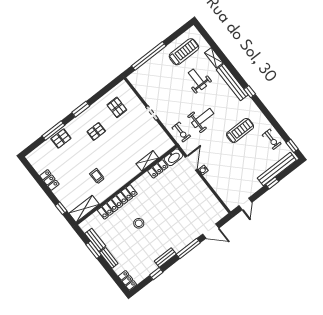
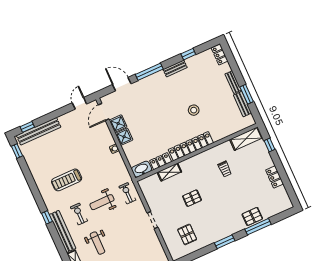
pallet: (96, 131) -> (192, 198), moved
exercise bike: (272, 139) -> (79, 214), moved
door: (191, 163) -> (104, 112), moved
shower: (197, 183) -> (124, 137), added
window: (272, 183) -> (27, 127), moved
shower: (205, 194) -> (118, 124), added
locker: (117, 202) -> (191, 146), moved

